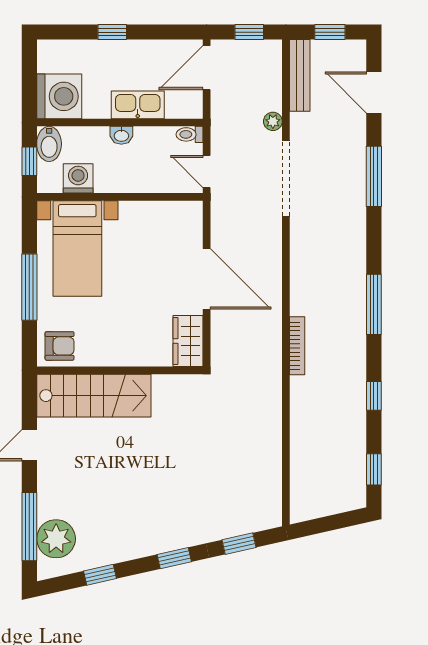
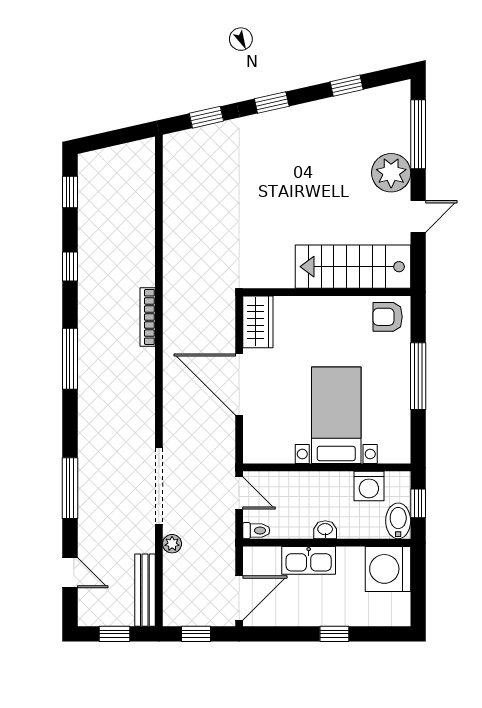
door: (374, 93) -> (70, 573), width x0.73
bed with nightstands: (77, 248) -> (336, 415), moved
plant: (56, 539) -> (391, 173), moved

